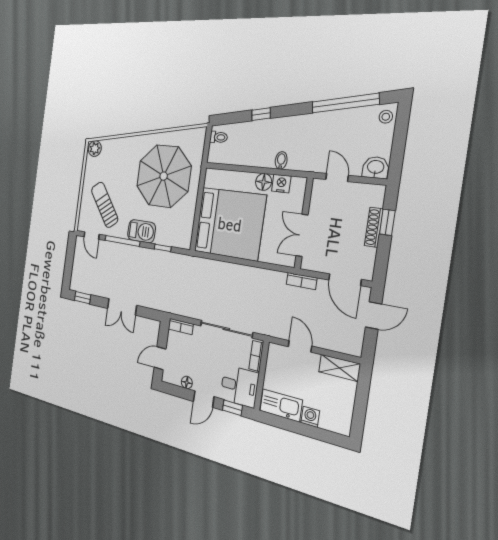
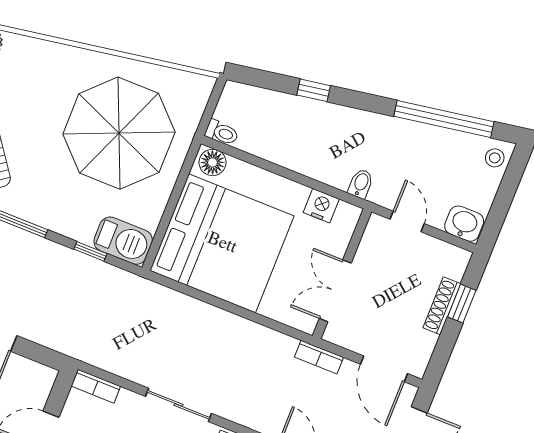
toilet: (219, 137) -> (222, 133), moved
bidet: (281, 160) -> (361, 184), moved
floor lamp: (264, 182) -> (213, 162), moved
barbecue: (141, 231) -> (123, 241), moved
sliding door: (226, 329) -> (178, 405), width x0.73

